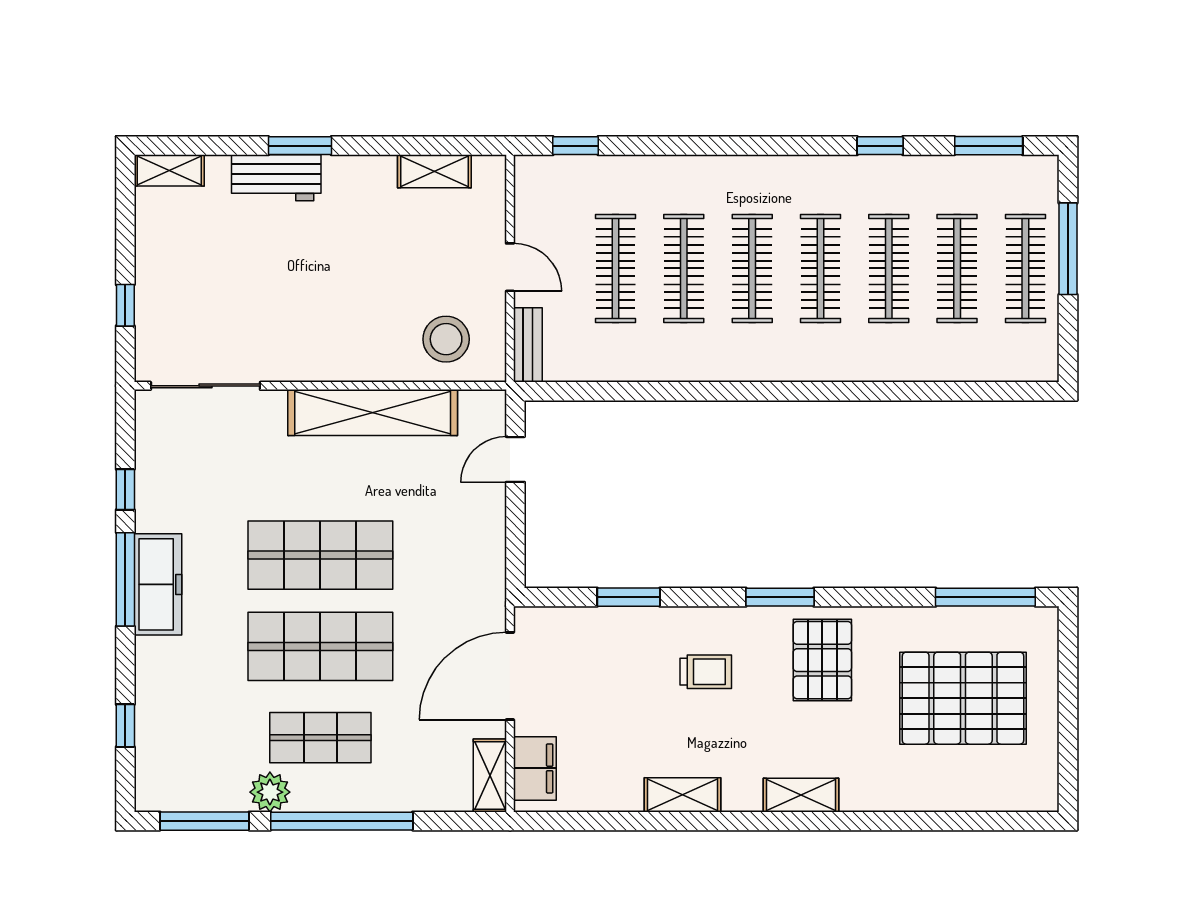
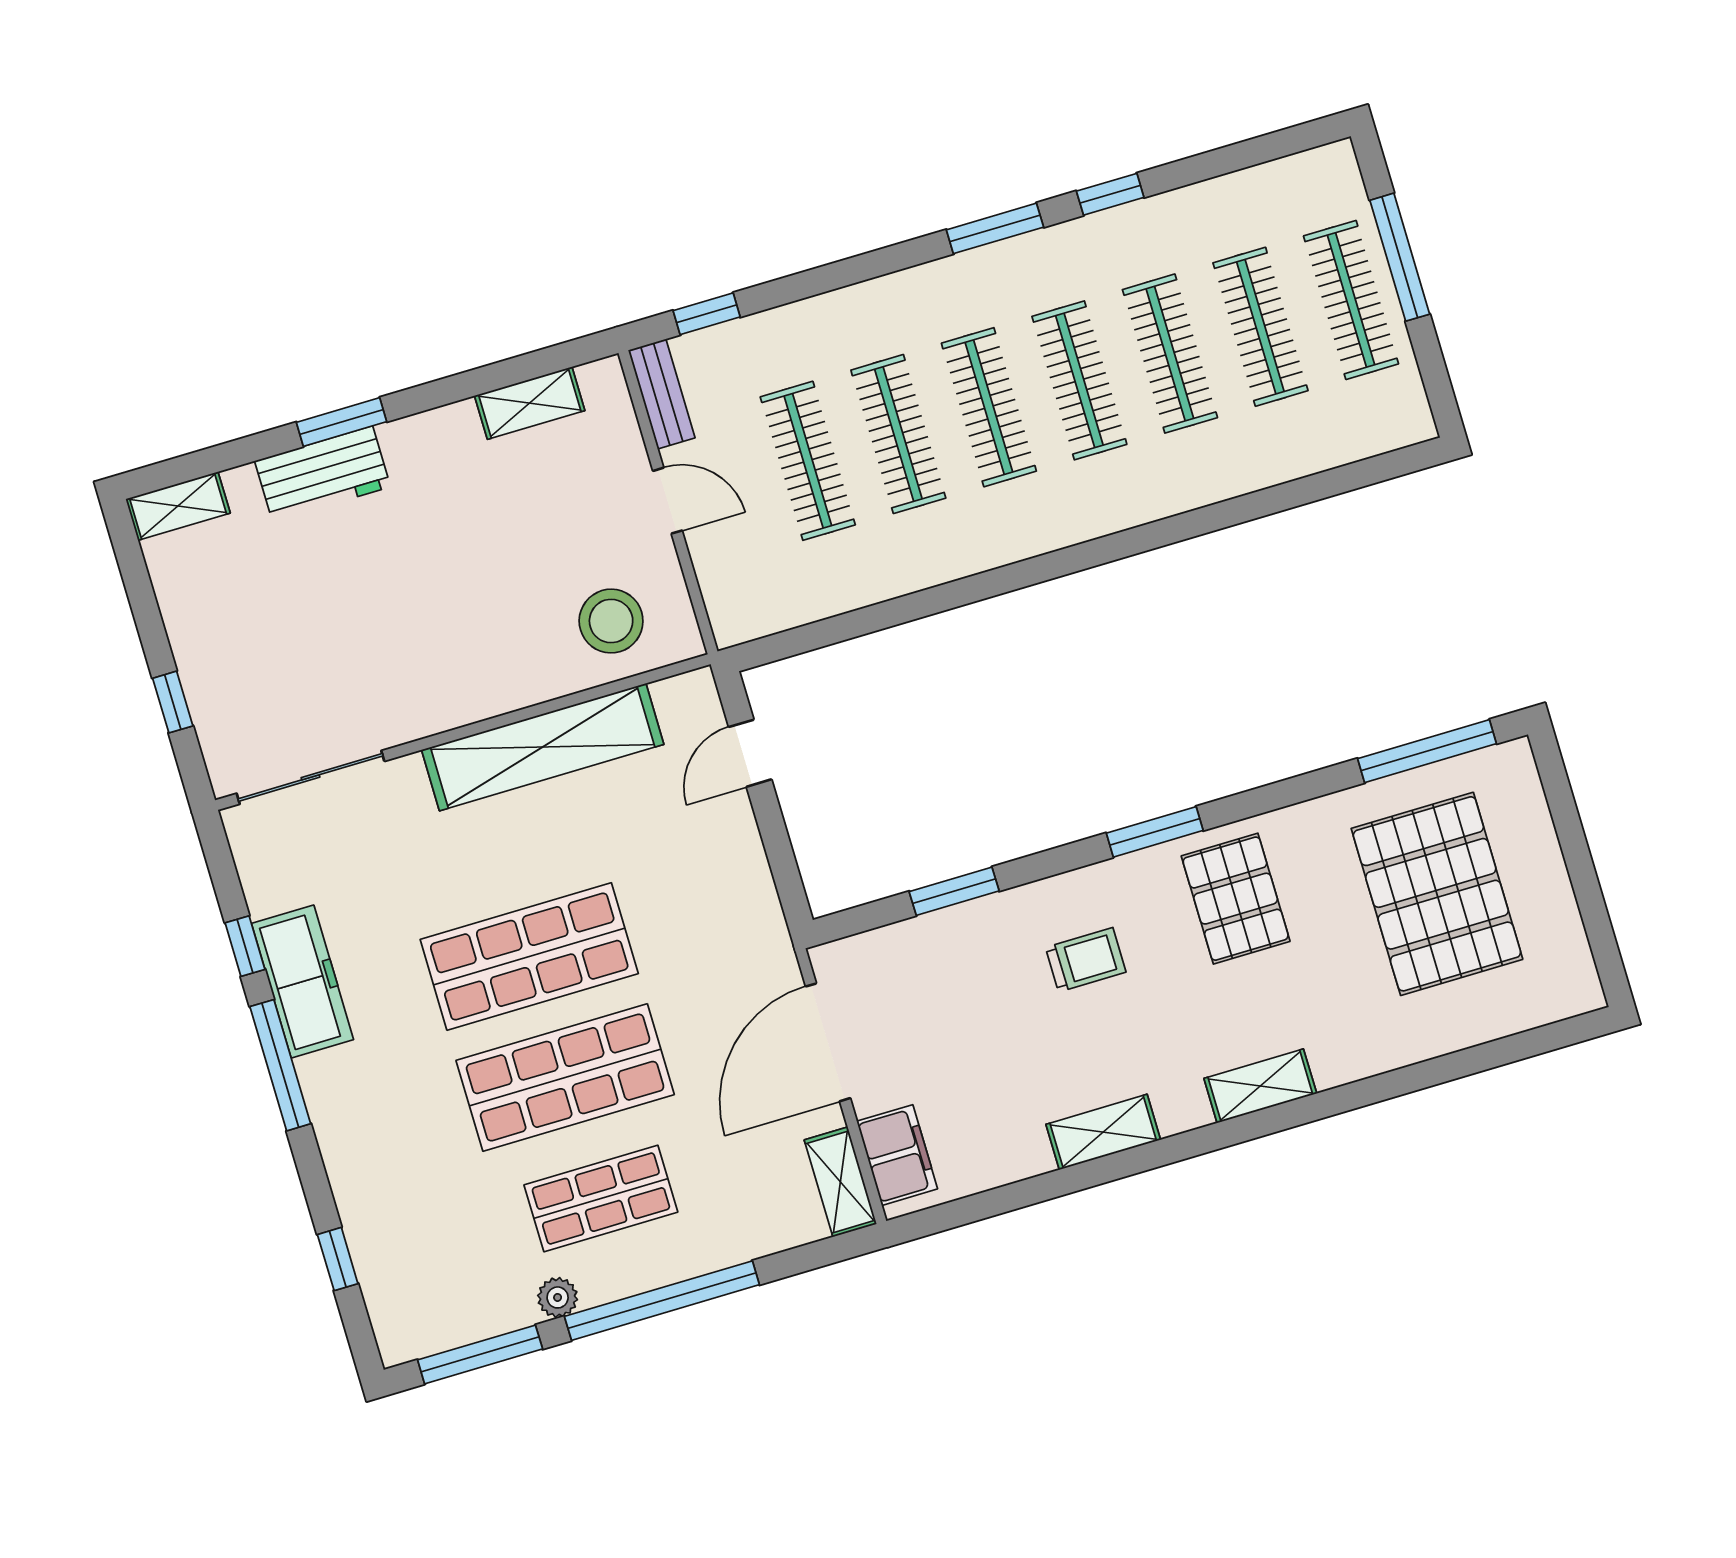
window: (989, 146) -> (995, 228), moved
bench: (528, 345) -> (662, 394), moved
freezer: (158, 584) -> (303, 982), moved
pallet: (963, 698) -> (1437, 894), turned 90
plant: (270, 792) -> (558, 1297), width x0.73, depth x0.73

